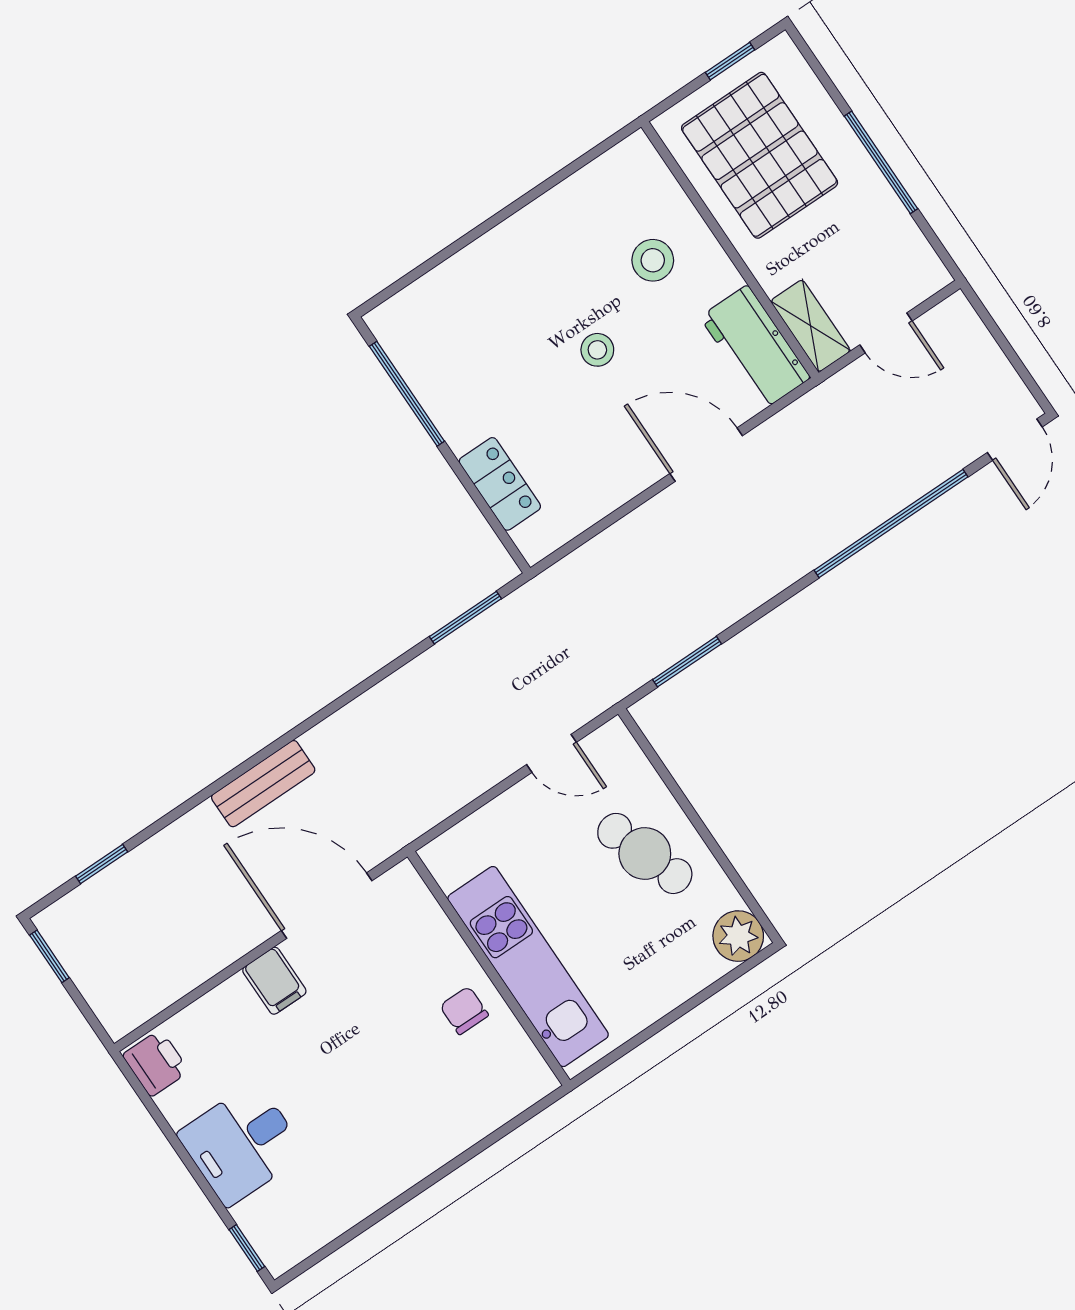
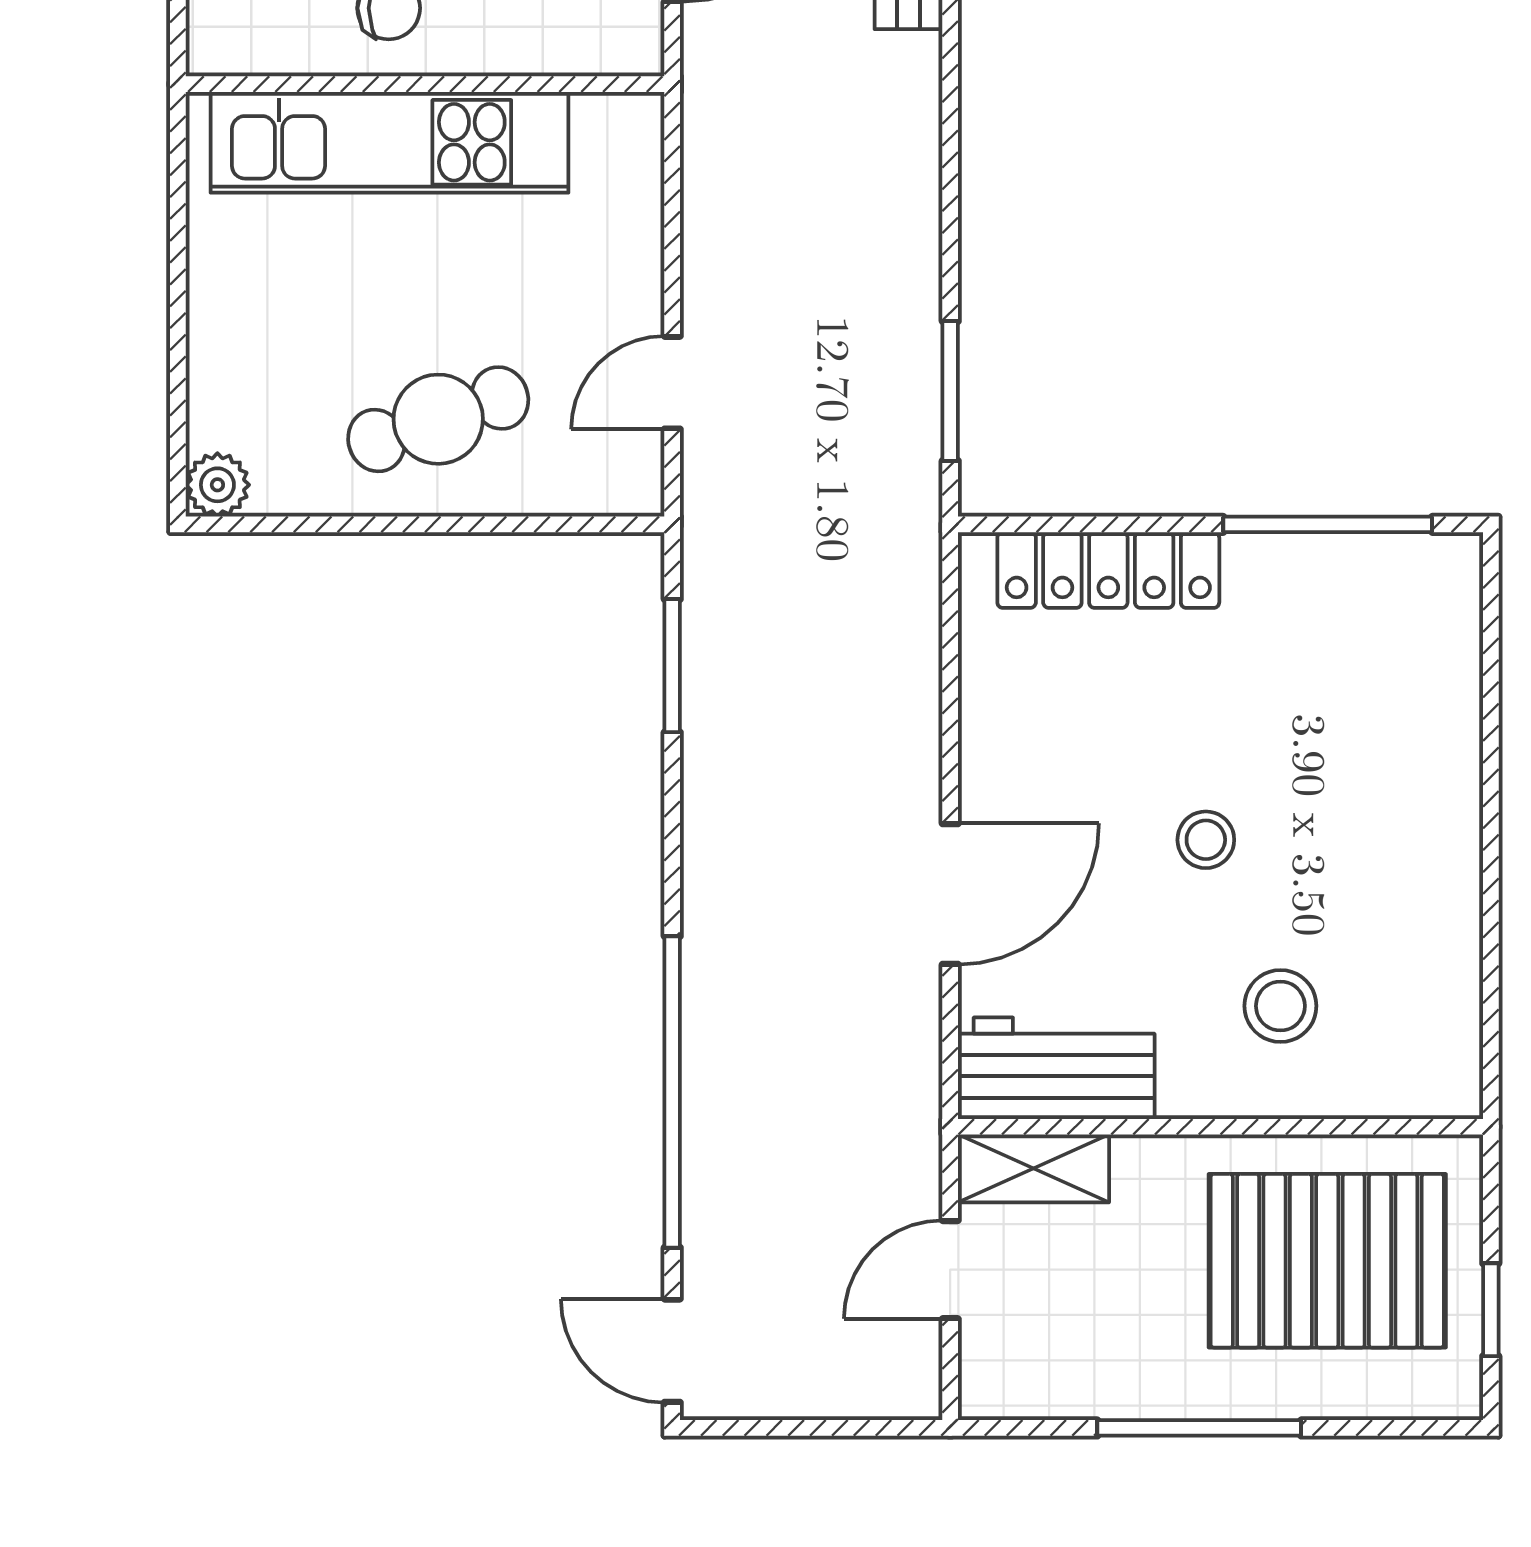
locker: (500, 484) -> (1108, 570), width x1.53
plant: (738, 936) -> (217, 485), width x0.73, depth x0.73

